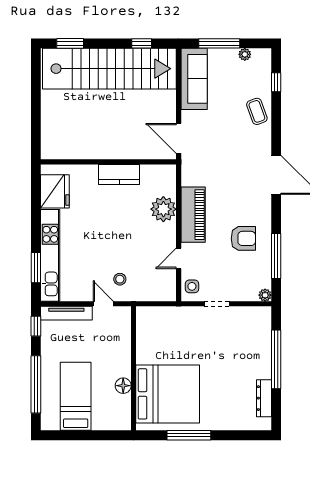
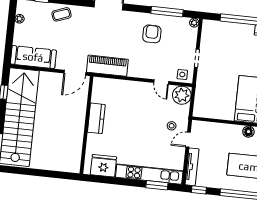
window: (219, 43) -> (10, 36), removed
plant: (163, 209) -> (182, 95), moved
piano: (193, 215) -> (107, 66), moved

